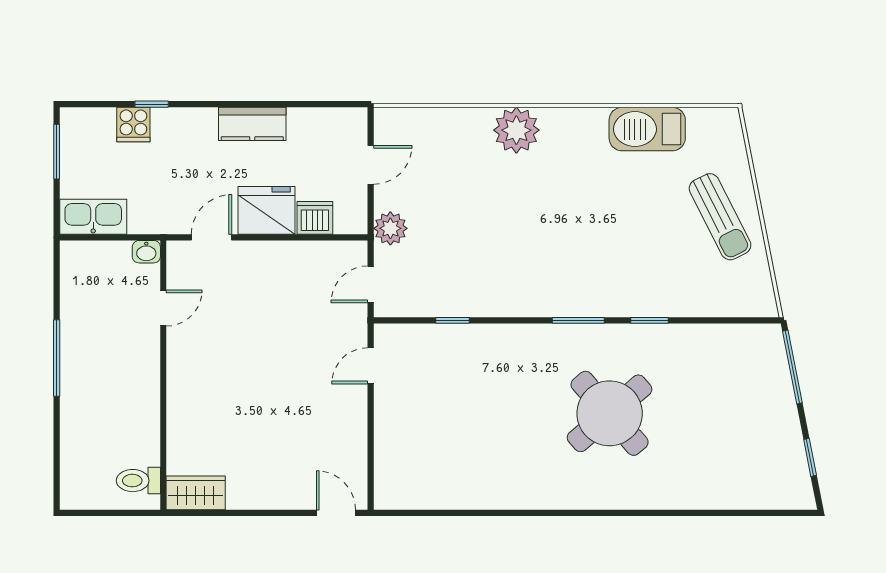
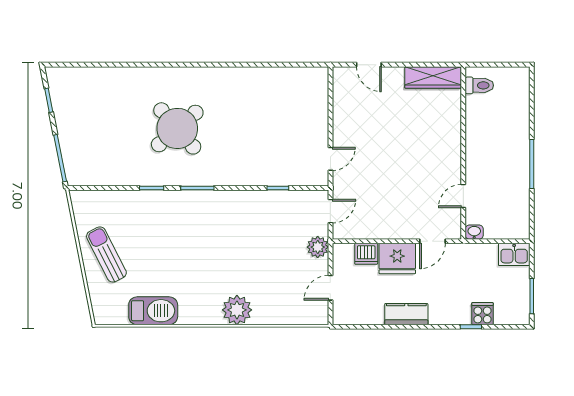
kitchen sink: (93, 217) -> (514, 254), width x0.73
wardrobe: (196, 493) -> (433, 77), width x1.50
door: (336, 513) -> (369, 65), moved

